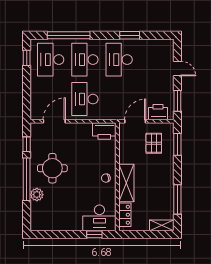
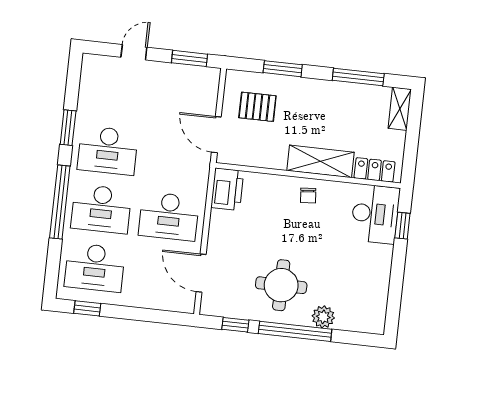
window: (69, 35) -> (60, 202), moved
printer: (158, 112) -> (205, 94), removed
window: (177, 144) -> (283, 69), moved

